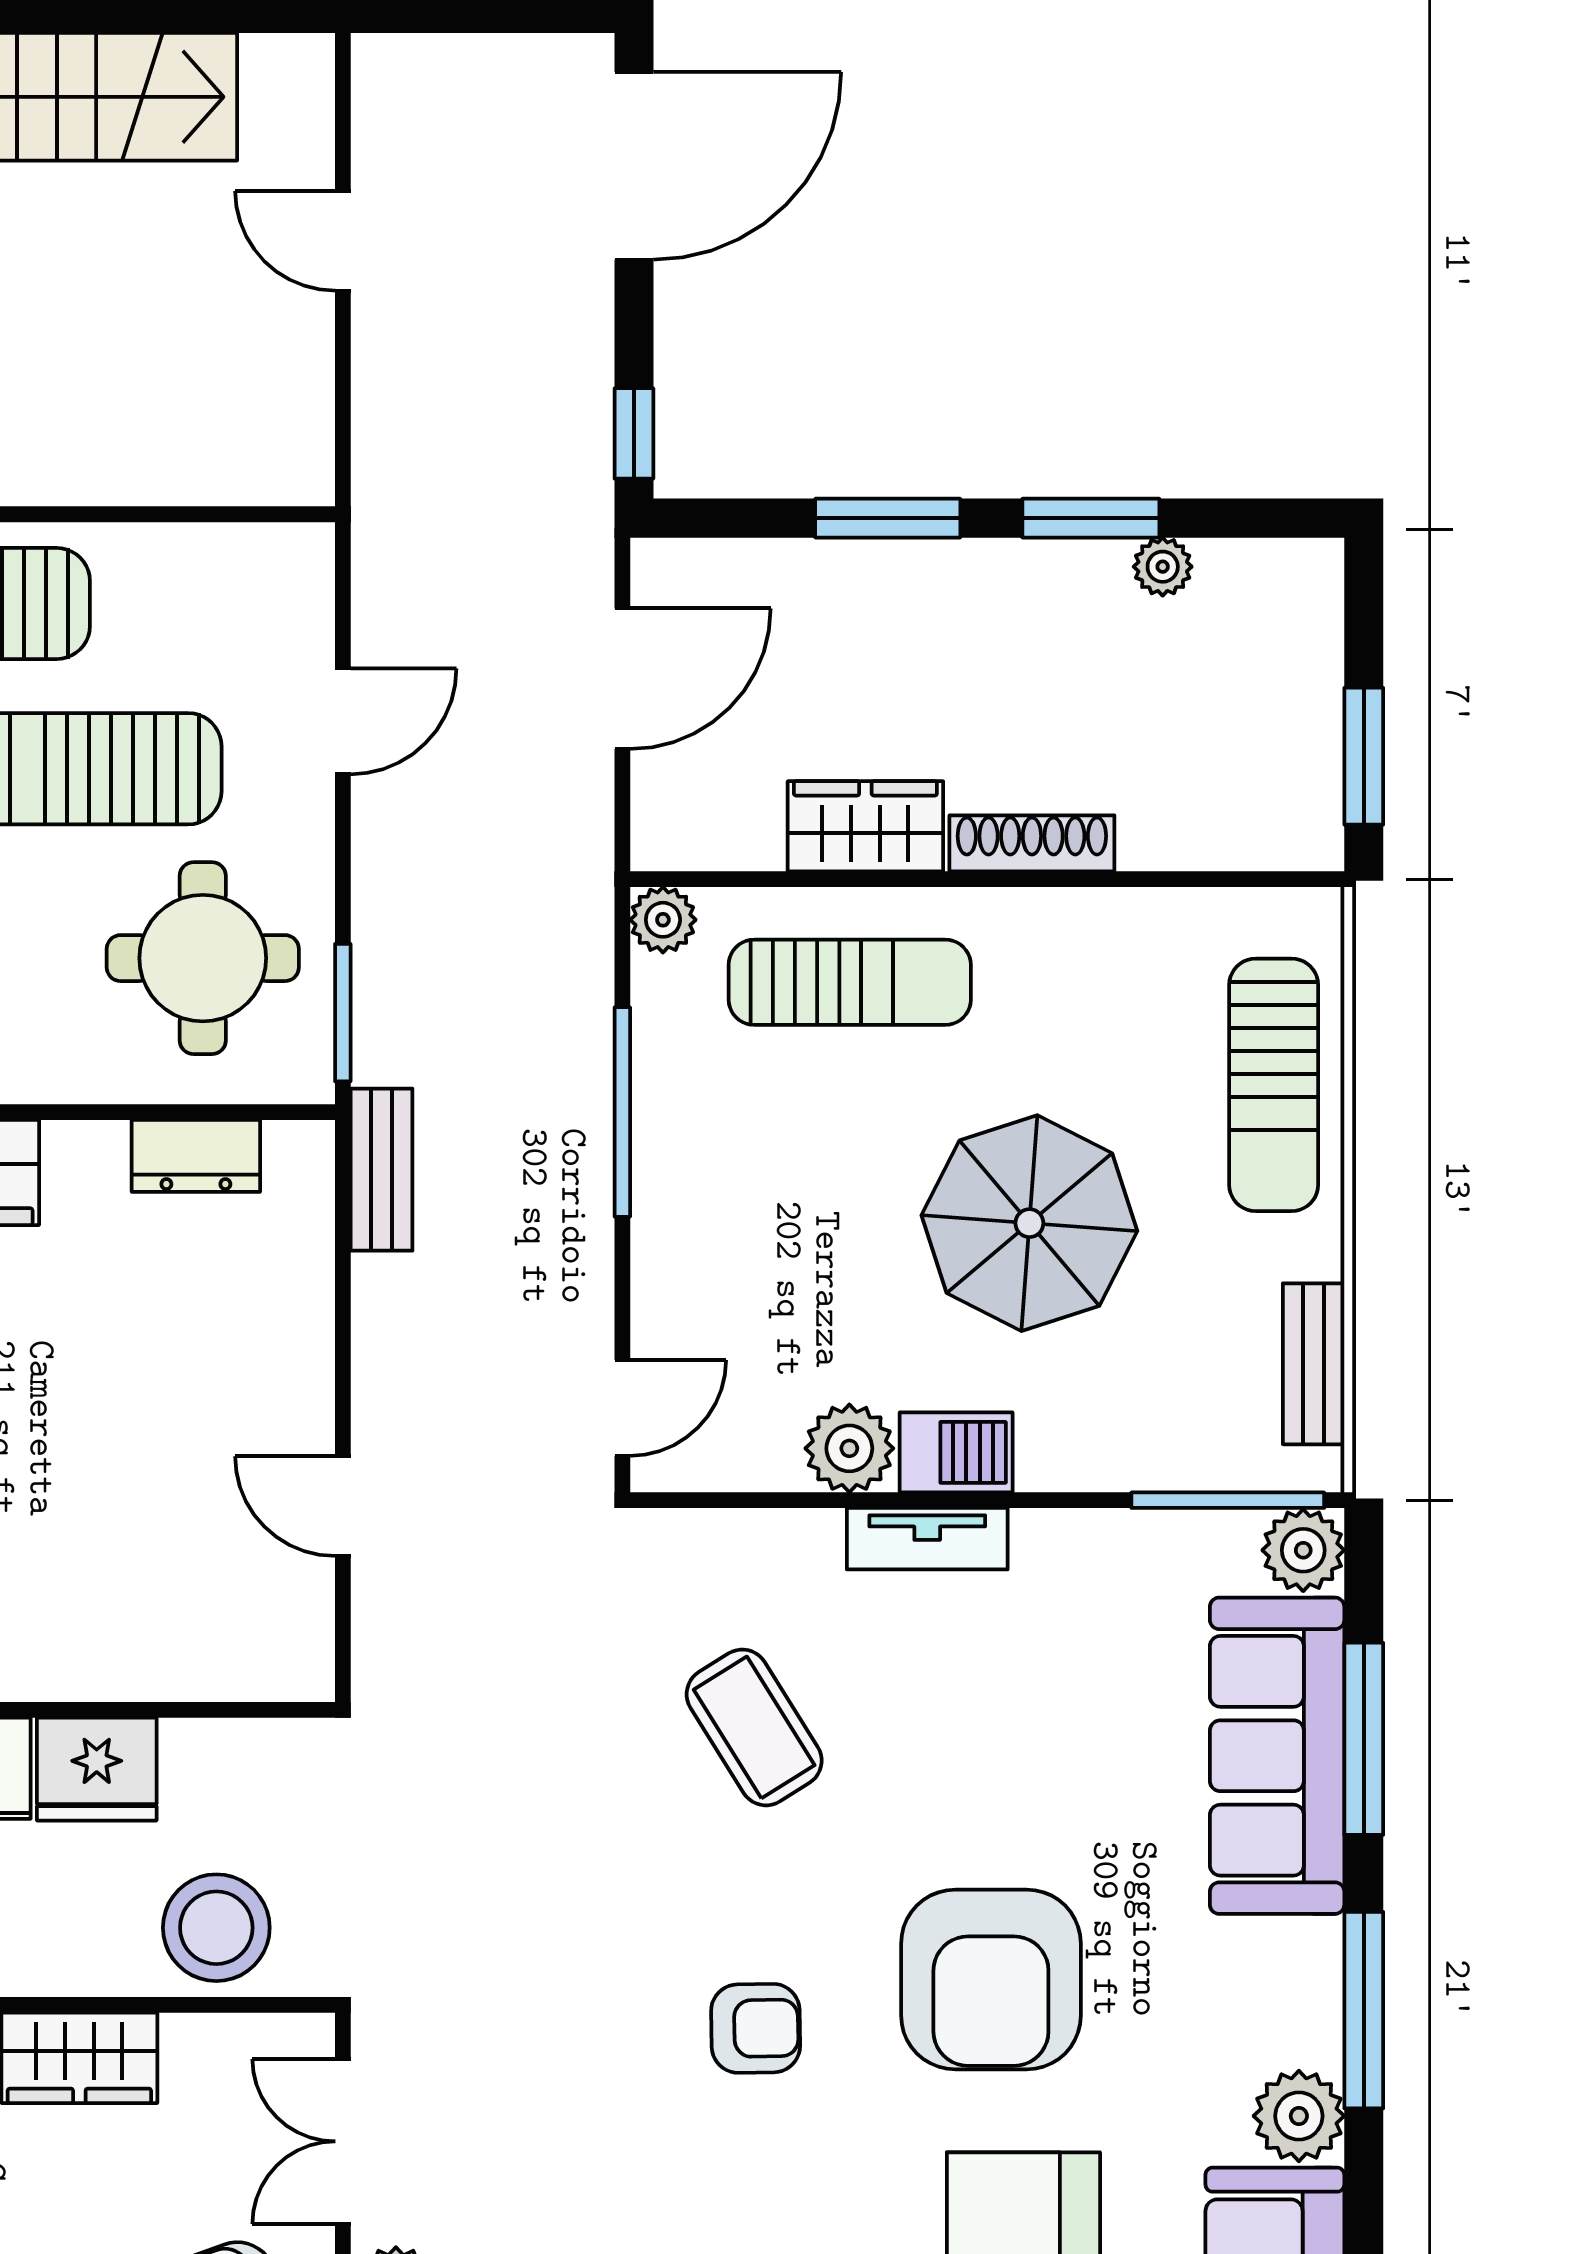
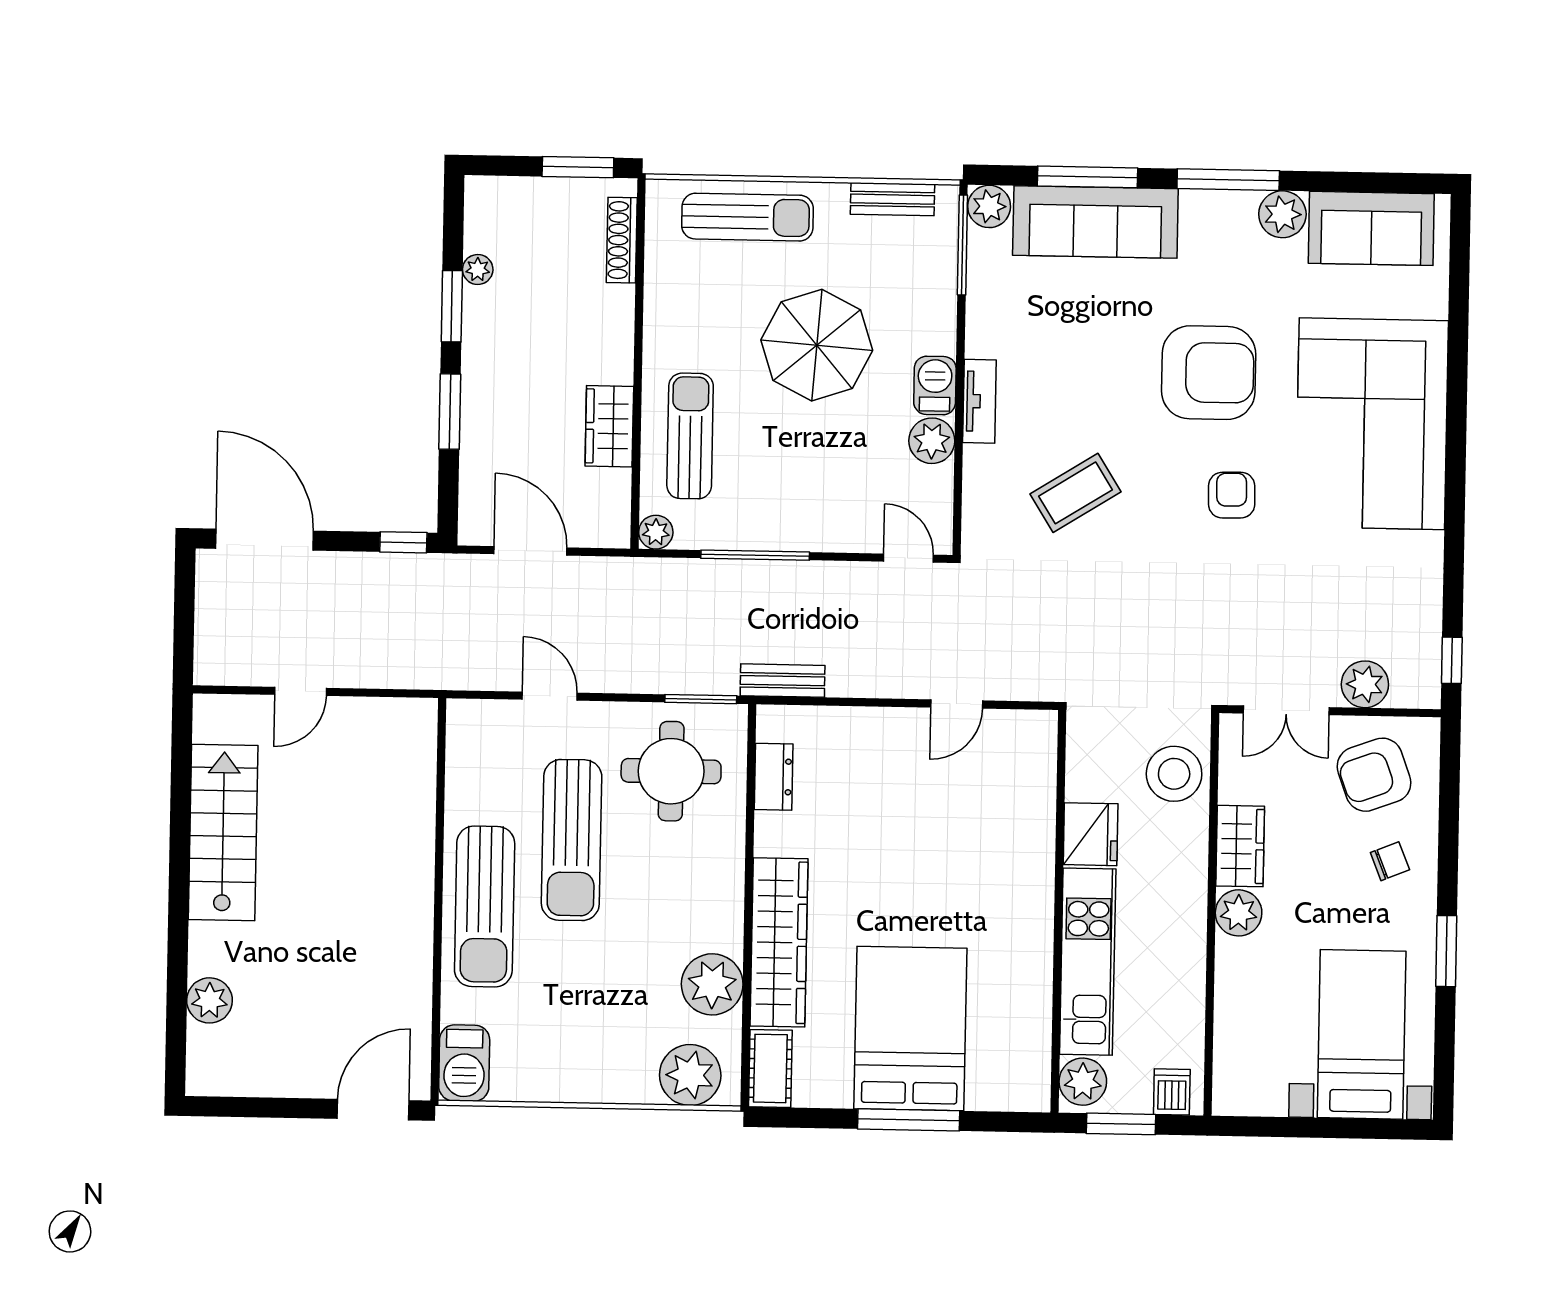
shoe rack: (1032, 843) -> (622, 240), moved

